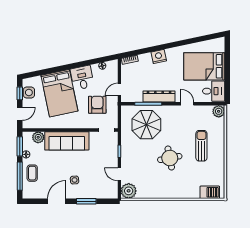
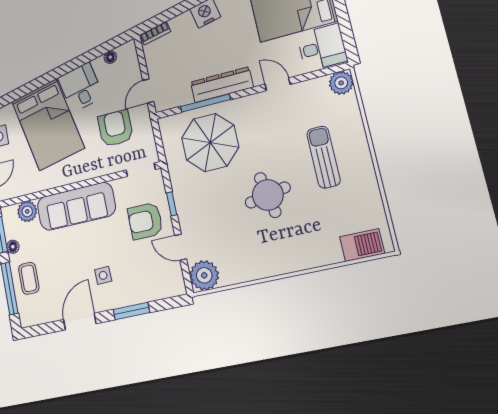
armchair: (103, 157) -> (145, 221), added

